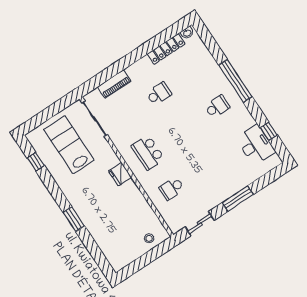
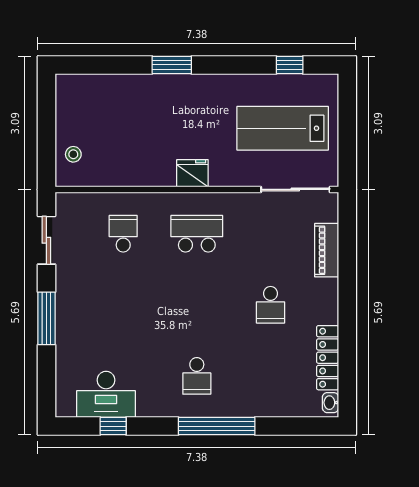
lab bench: (69, 145) -> (283, 128), turned 180

